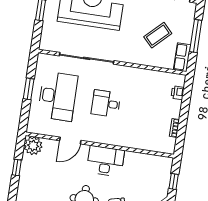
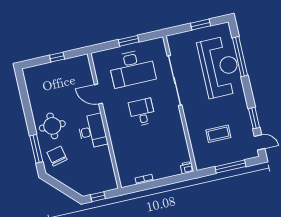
coffee table: (158, 35) -> (218, 134), turned -46
row of seats: (182, 57) -> (208, 162), removed
printer: (178, 93) -> (187, 168), moved
plant: (33, 146) -> (81, 64), removed

